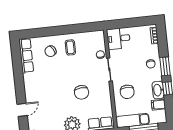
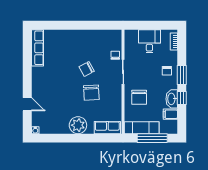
desk: (118, 38) -> (149, 41), moved, turned 90
coffee table: (70, 47) -> (85, 44), removed
chair: (50, 51) -> (87, 69), moved
door: (22, 110) -> (27, 104), hinge flipped

